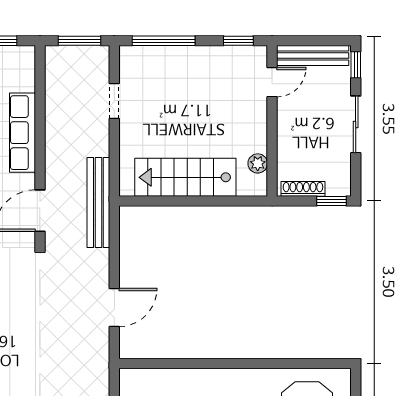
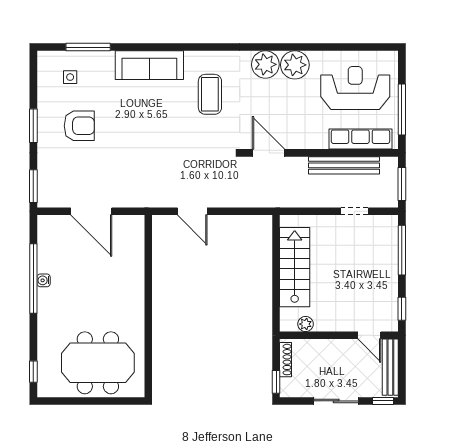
row of seats: (22, 133) -> (360, 139), moved
bench: (98, 203) -> (344, 165), moved

